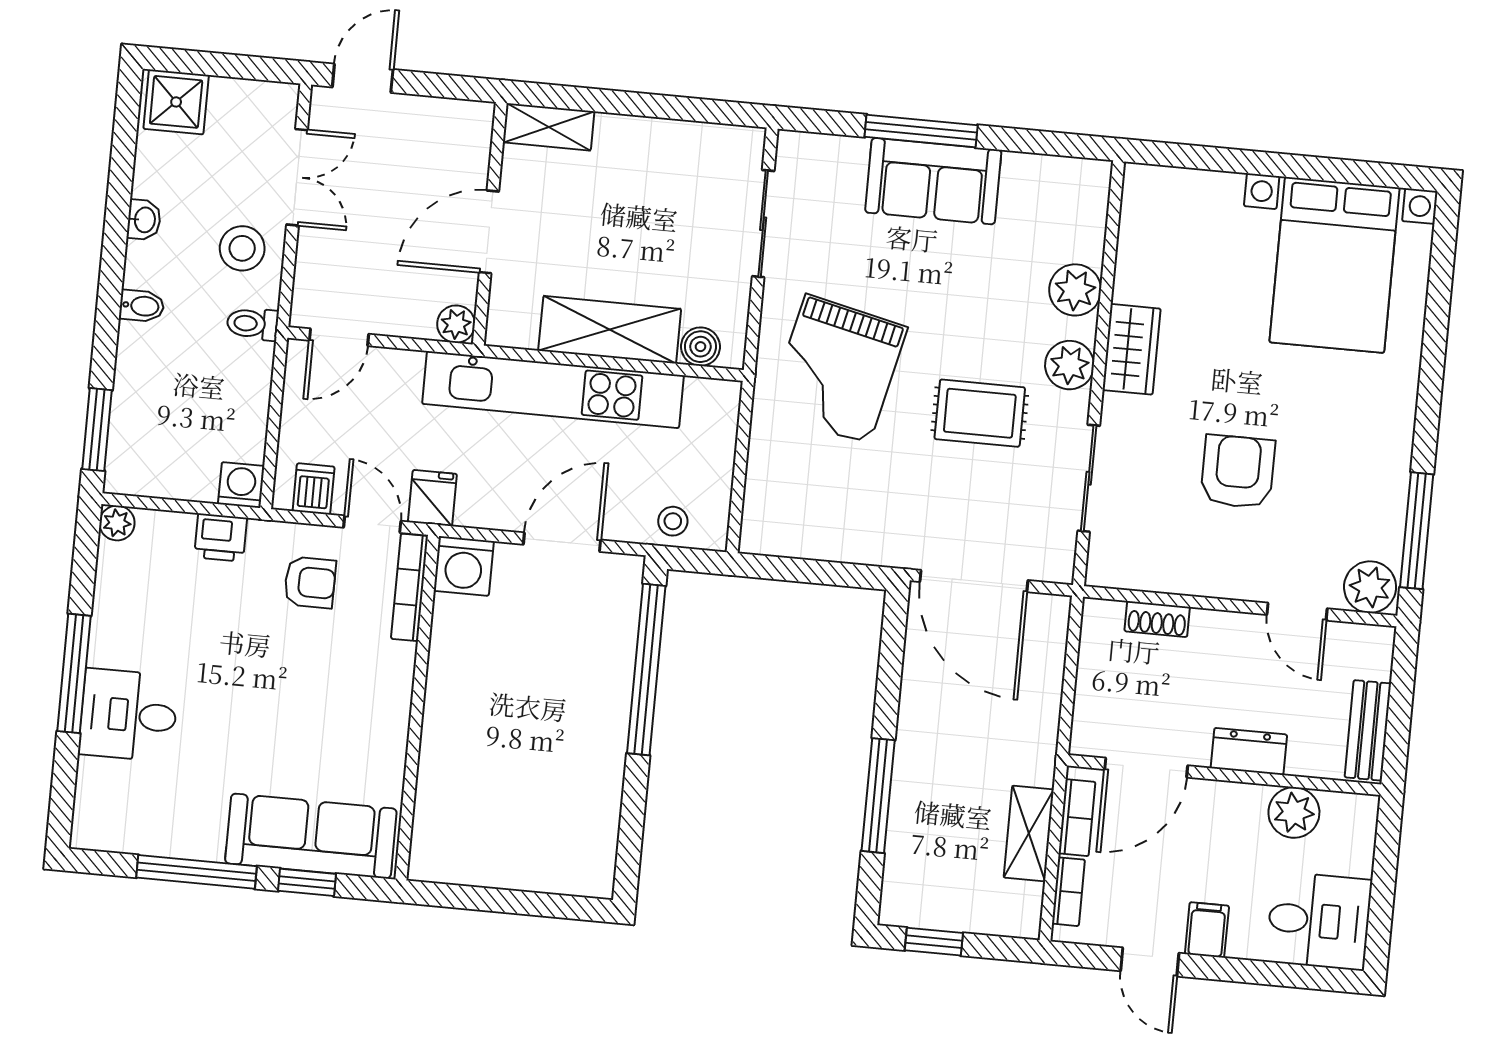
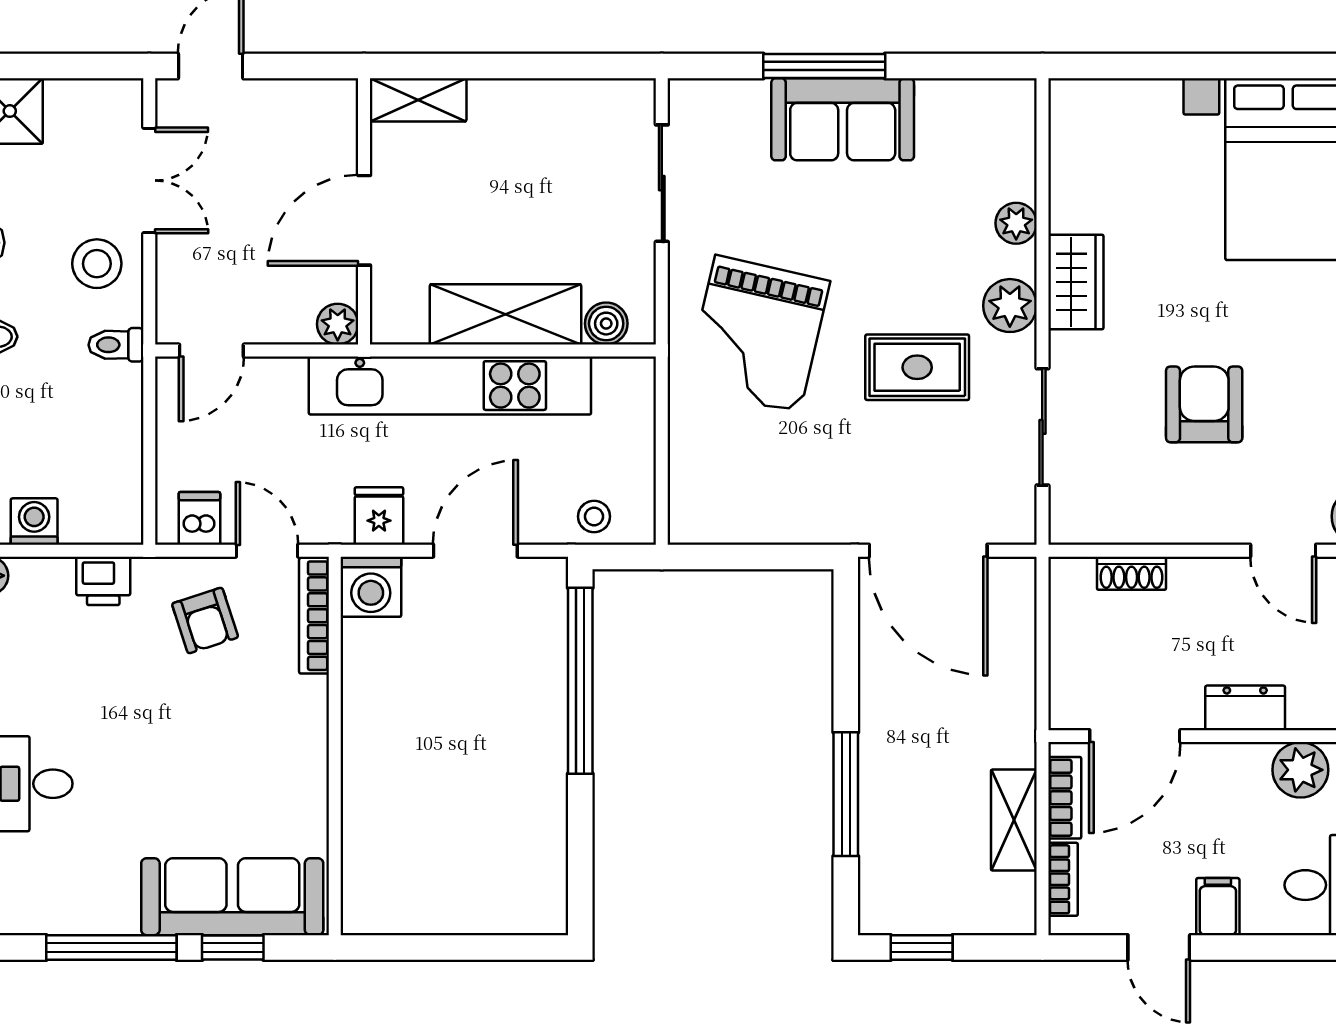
plant: (1075, 290) -> (1016, 223), width x0.73, depth x0.73
washing machine: (241, 485) -> (34, 522), moved
fridge: (432, 498) -> (379, 516), moved
armchair: (310, 582) -> (205, 620), turned 72

